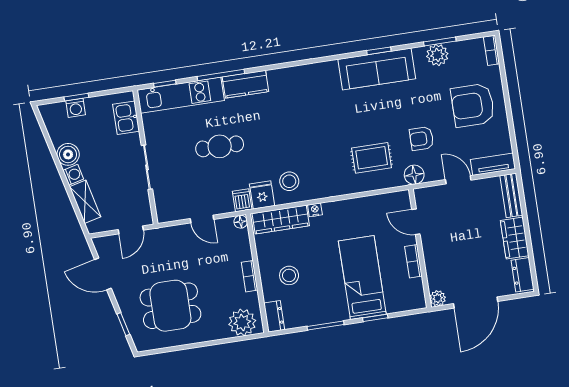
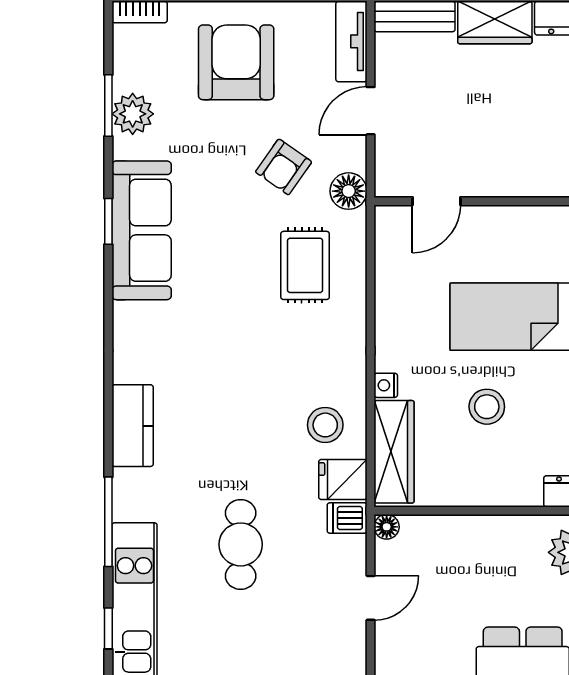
kitchen counter: (245, 84) -> (133, 426), moved
armchair: (473, 105) -> (236, 62), turned 180
armchair: (422, 139) -> (284, 167), turned 35
bookcase: (413, 261) -> (509, 217), removed
stool: (289, 275) -> (487, 407), moved
bookcase: (250, 276) -> (490, 526), removed

